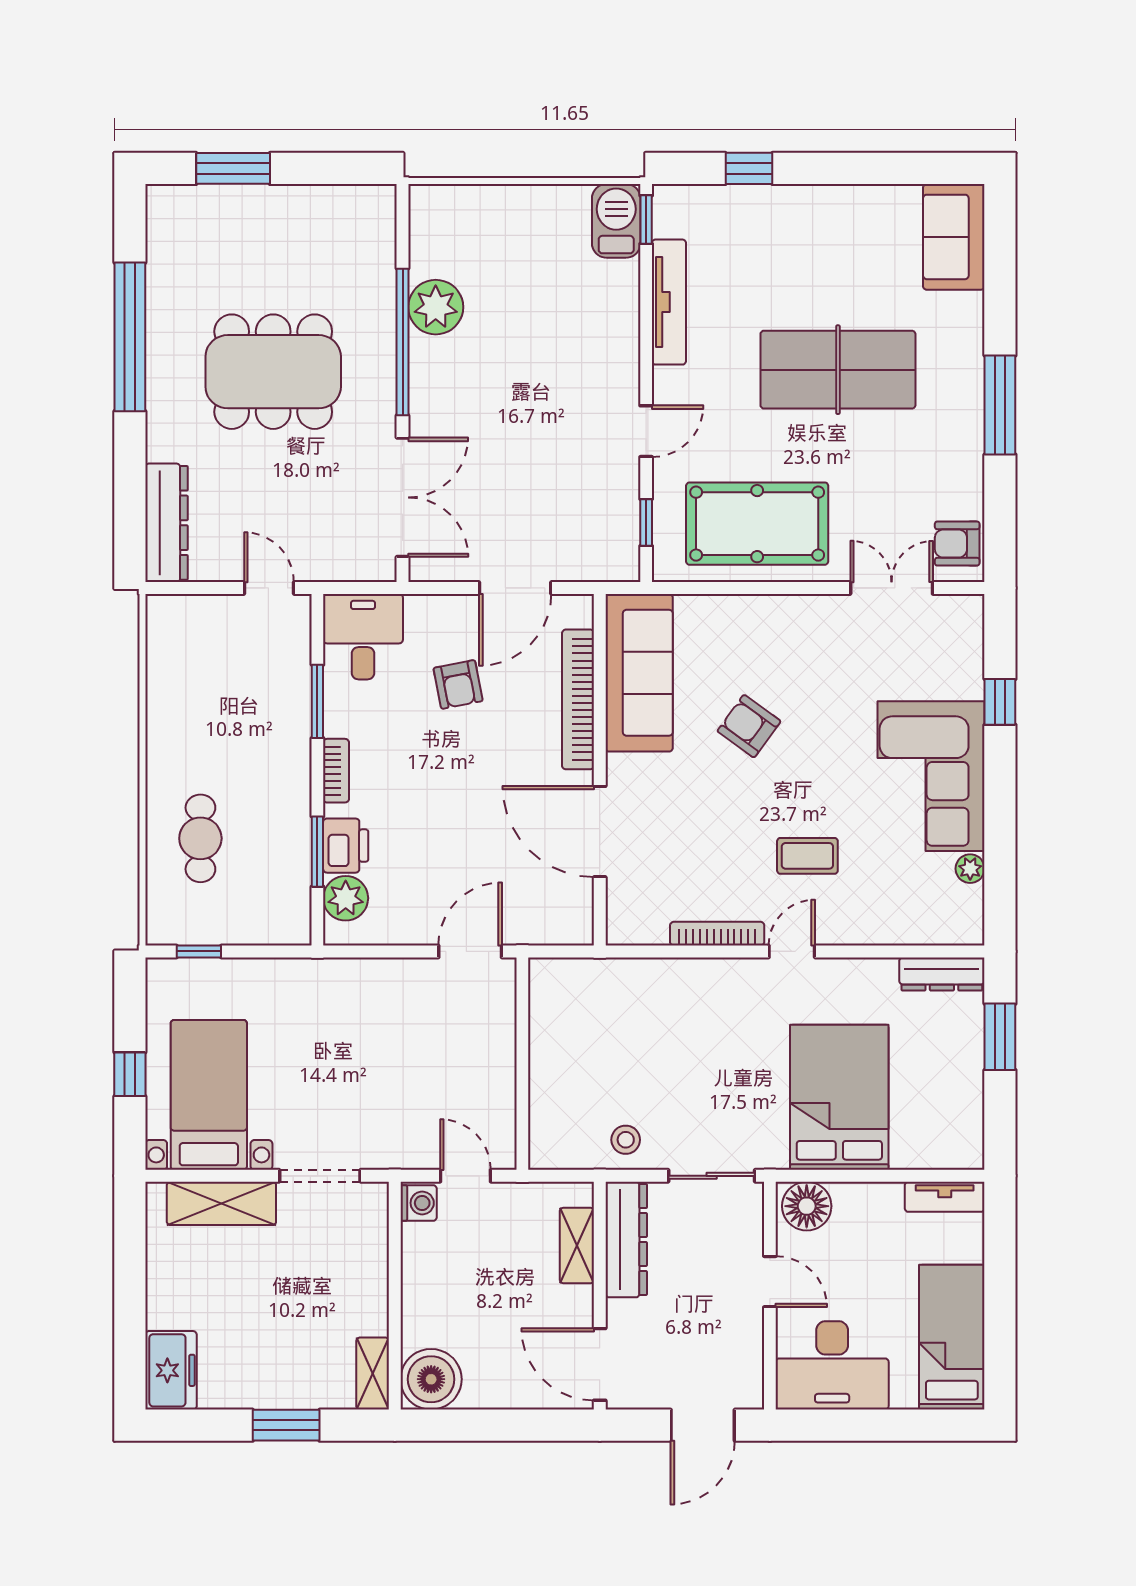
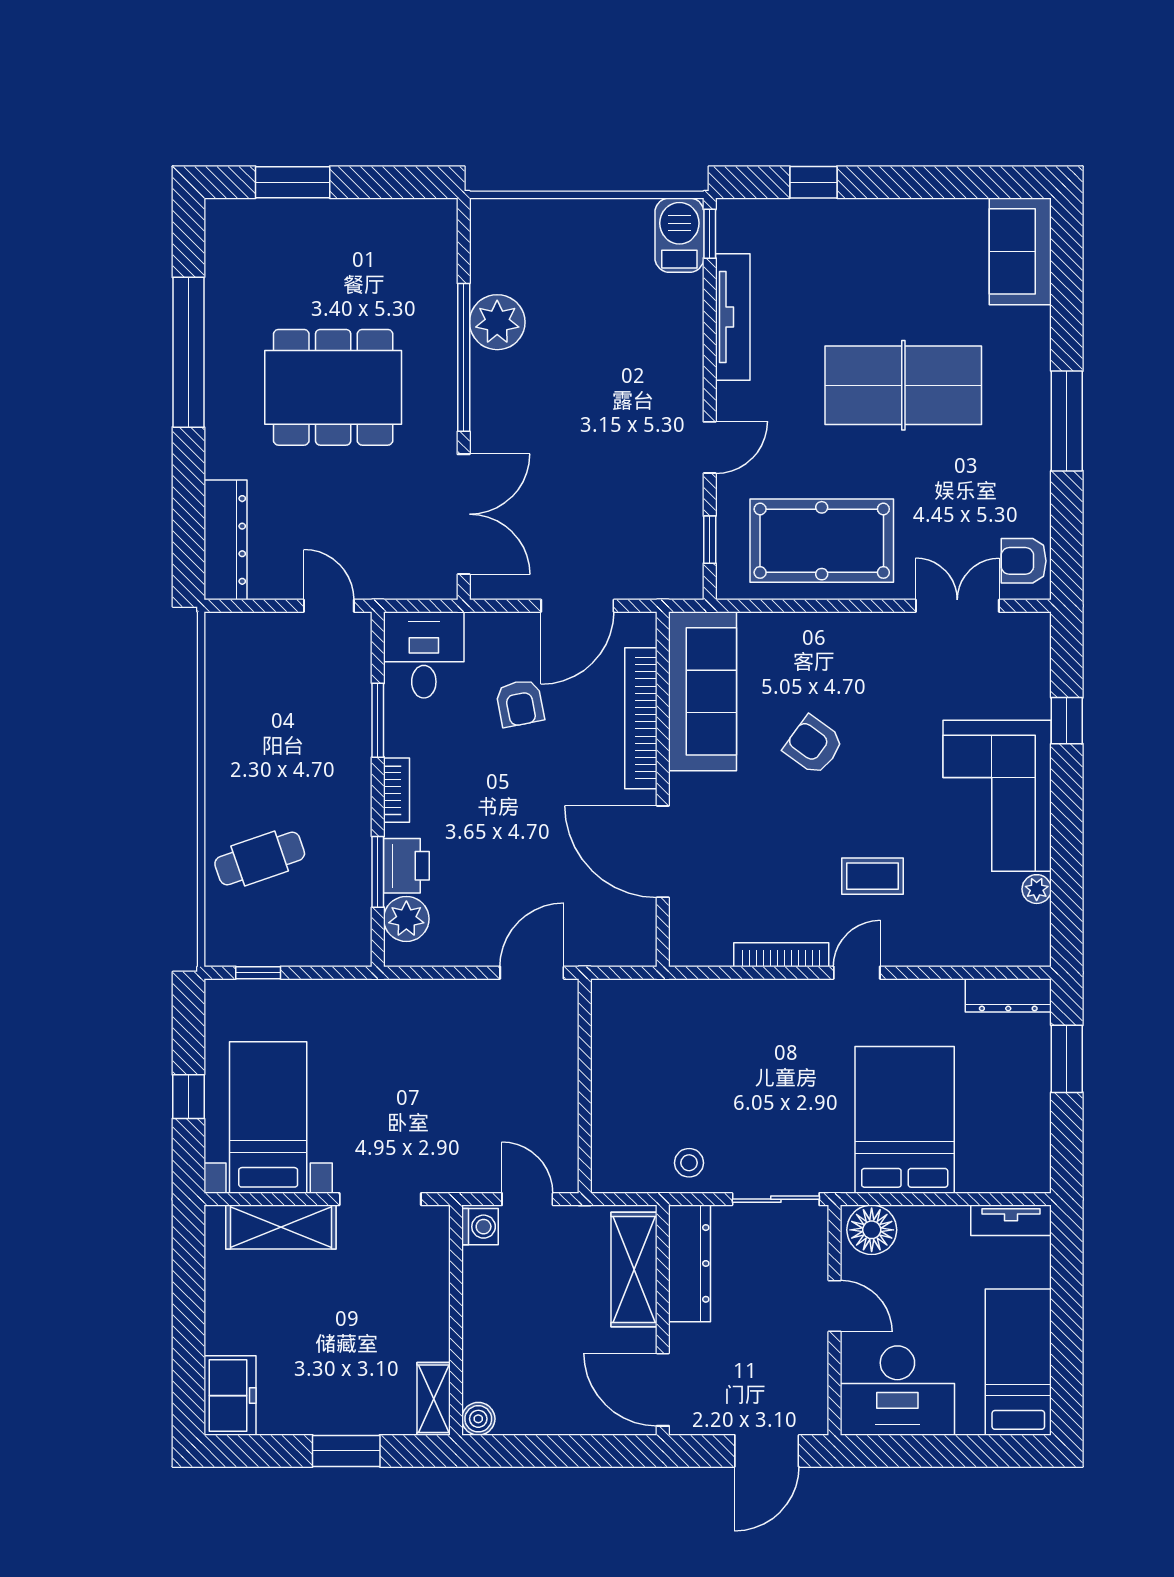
cafe table: (200, 838) -> (260, 858), turned 71
shelving: (577, 1245) -> (634, 1269), width x1.50, depth x1.33
boiler: (431, 1379) -> (478, 1419), width x0.54, depth x0.54

